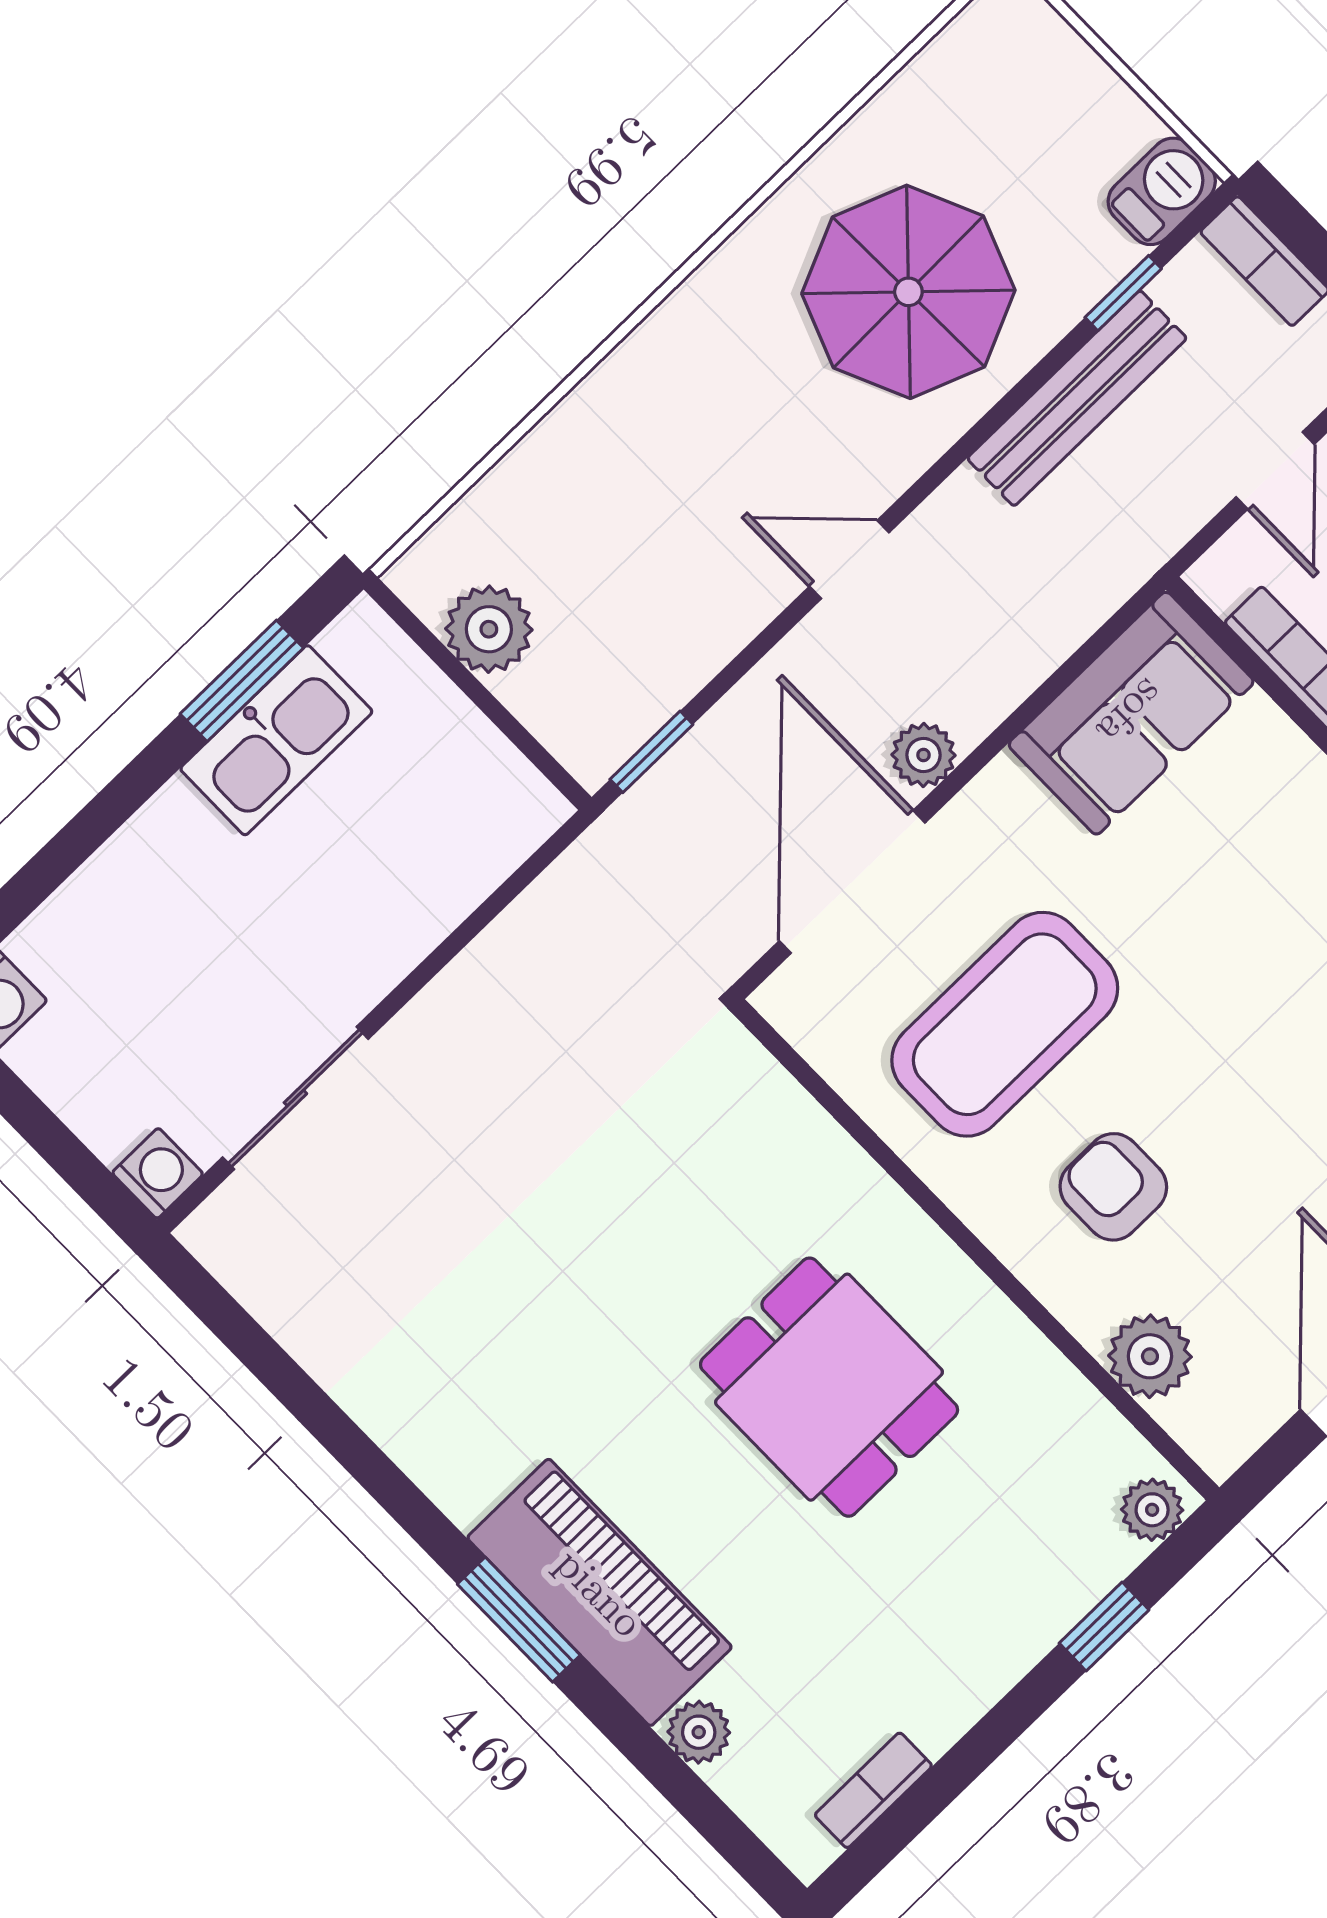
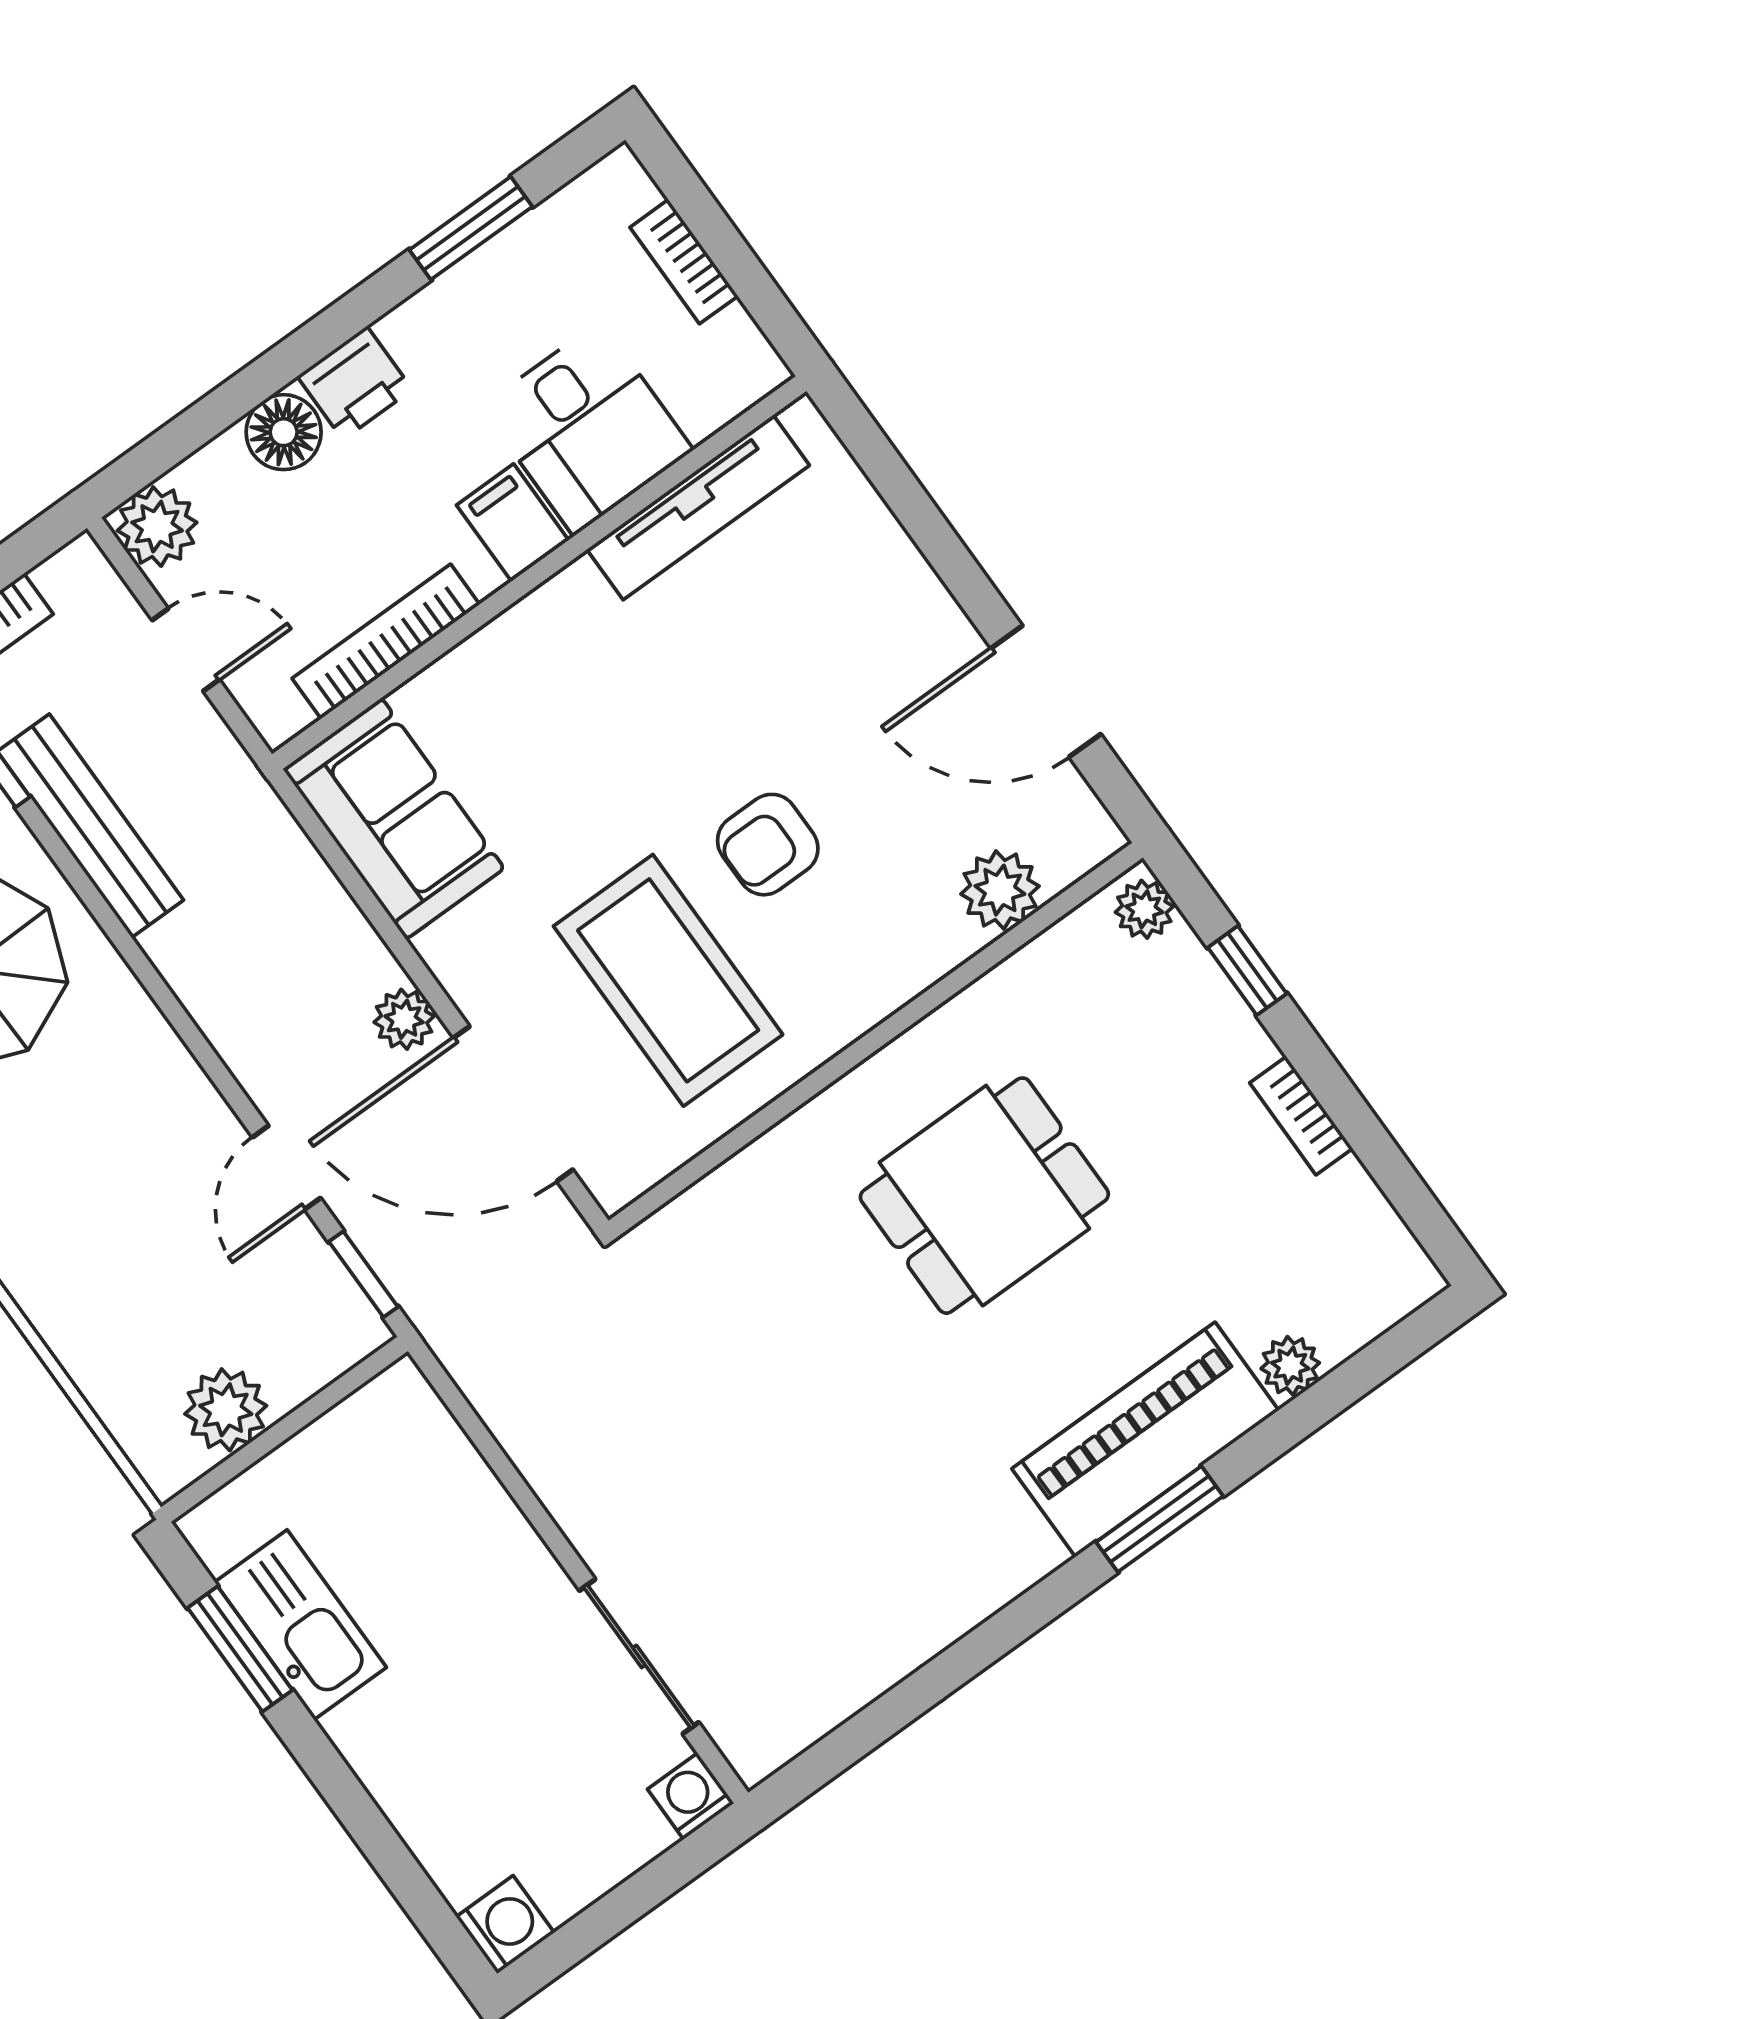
door: (849, 559) -> (286, 1168), moved
armchair: (1113, 1187) -> (768, 845), moved
bookcase: (873, 1790) -> (1301, 1116), moved

